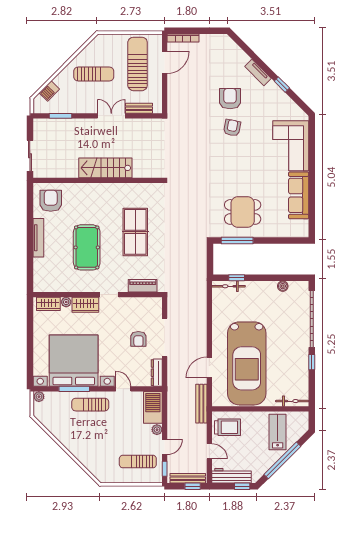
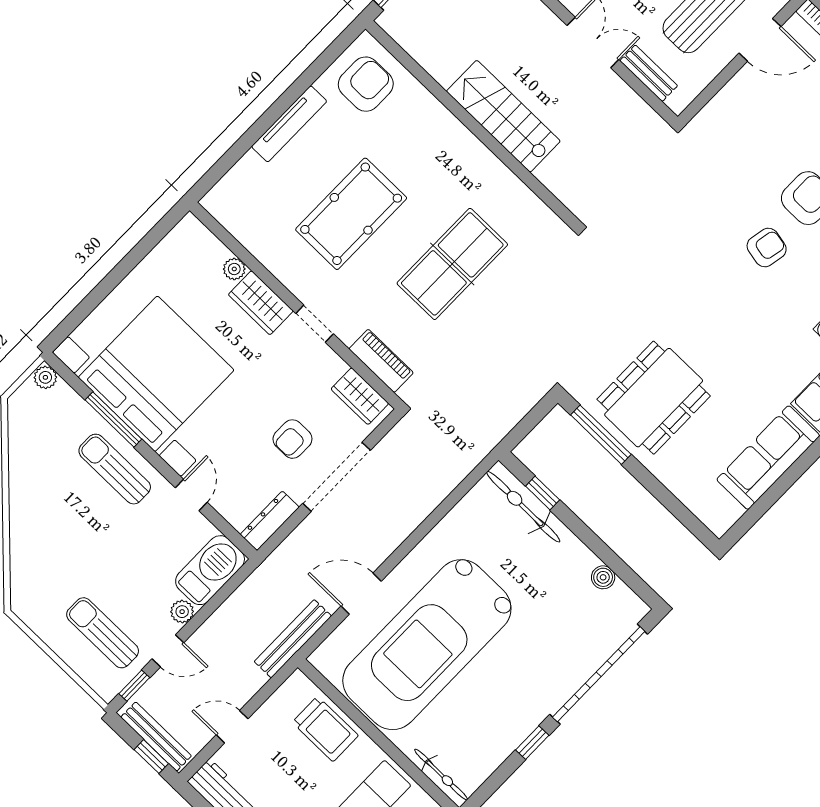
dining table: (243, 212) -> (654, 398), width x1.38
bicycle: (229, 286) -> (523, 507), width x1.37, depth x1.40
wardrobe: (48, 304) -> (360, 396), moved
trolley: (228, 427) -> (325, 729), moved
door: (209, 451) -> (232, 727), swing flipped

